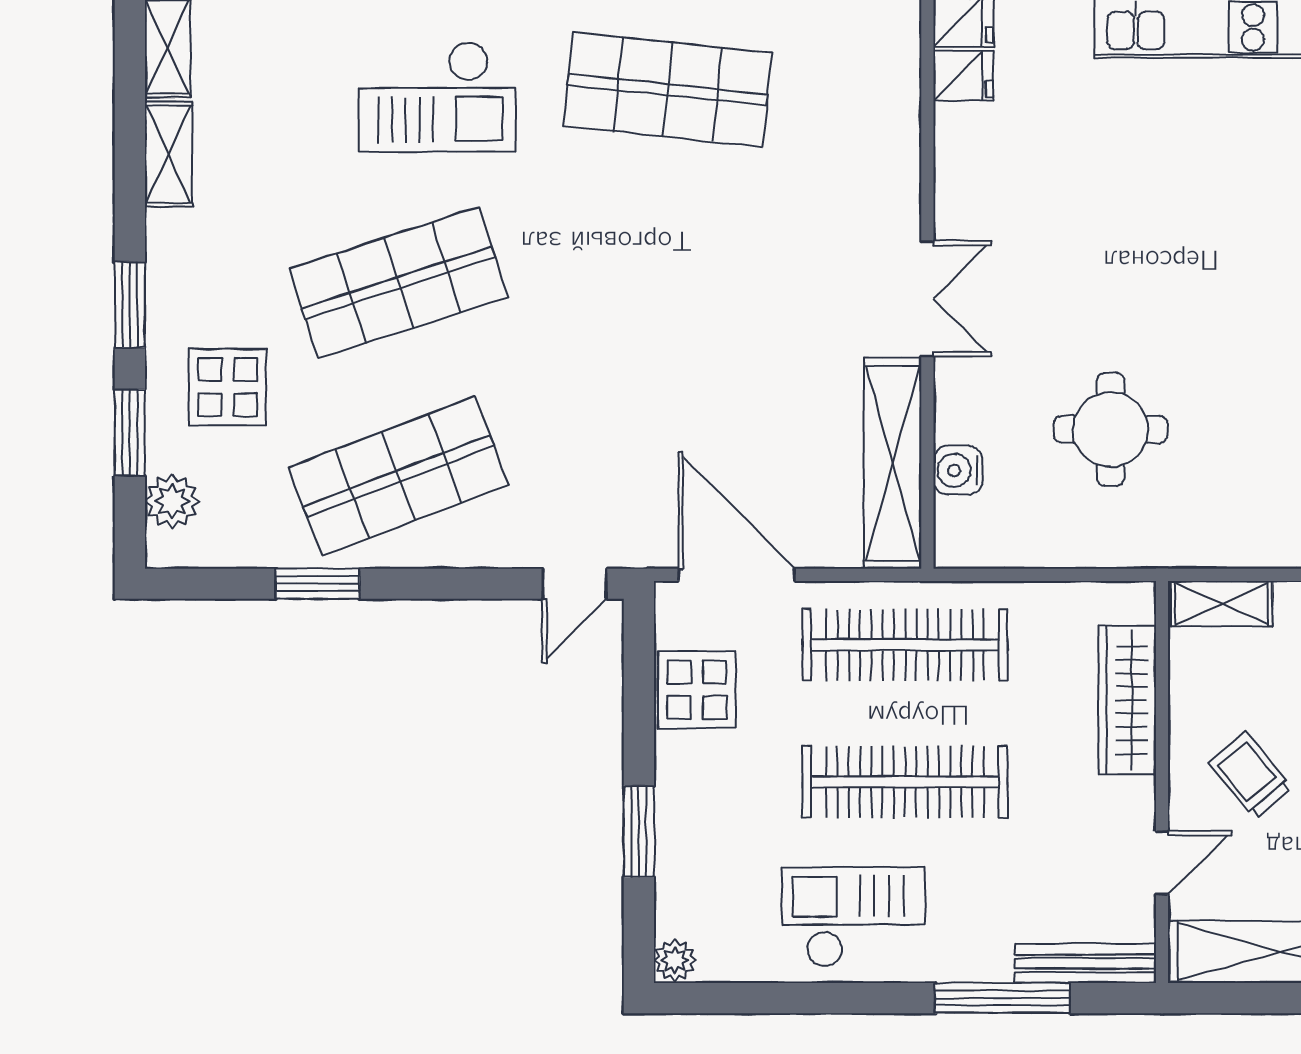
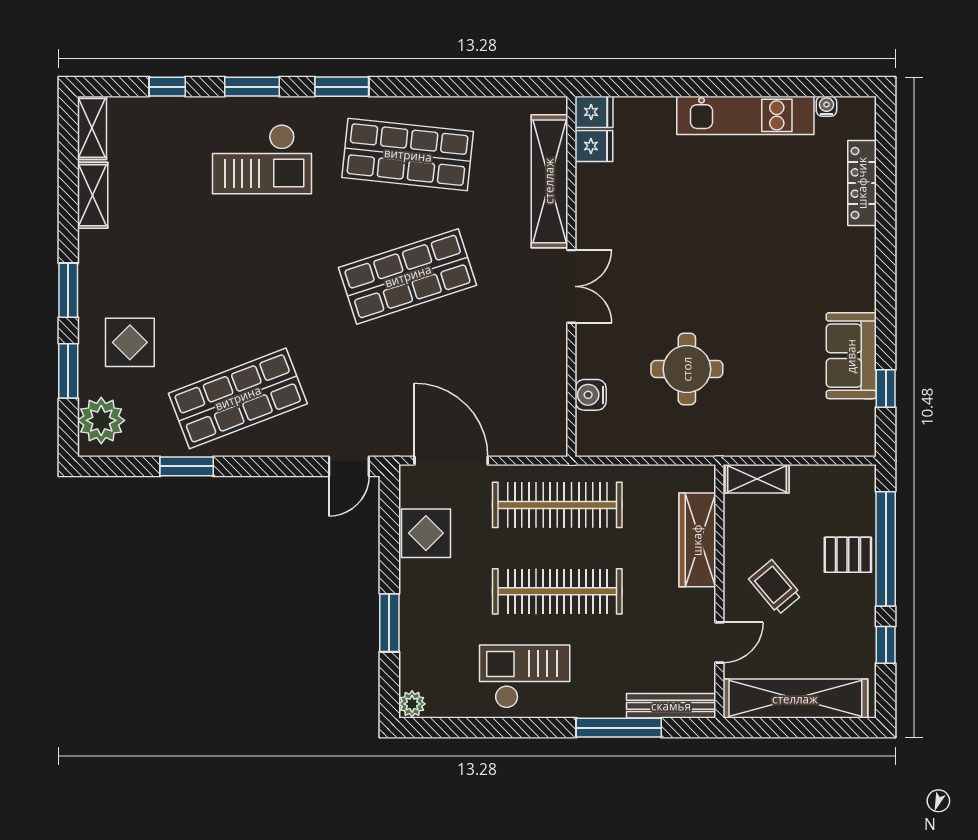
shop shelf: (399, 283) -> (408, 276), moved
shelving: (893, 463) -> (549, 181), moved
plant: (172, 501) -> (101, 420), width x1.36, depth x1.36

